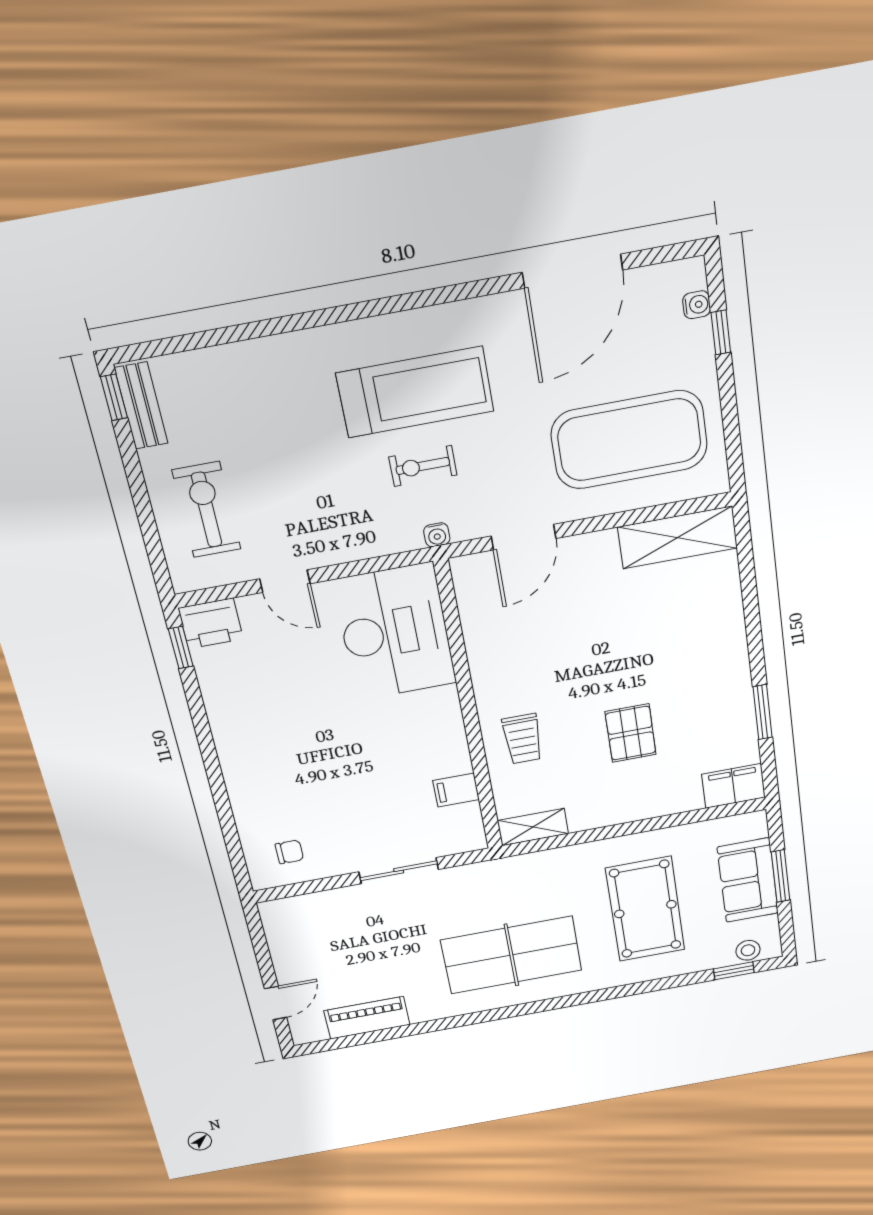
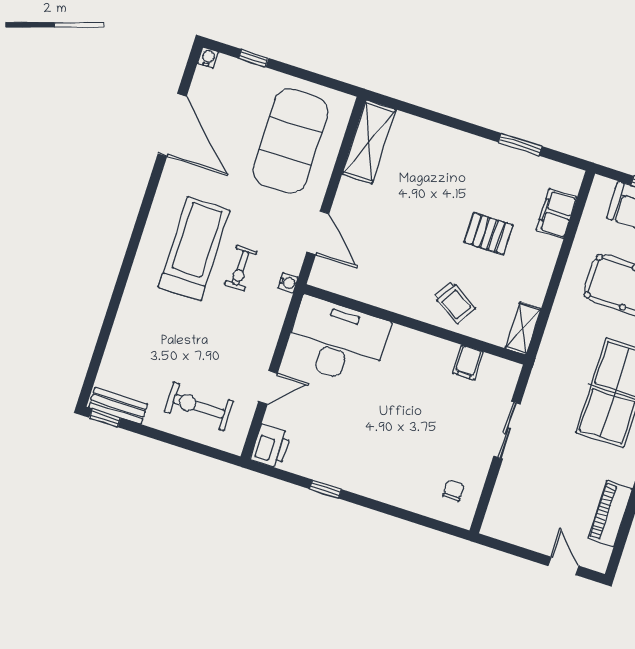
water cooler: (697, 305) -> (208, 58), moved
window: (181, 648) -> (325, 489), moved
trolley: (523, 739) -> (454, 302), turned 31
filing cabinet: (733, 786) -> (556, 214), moved

